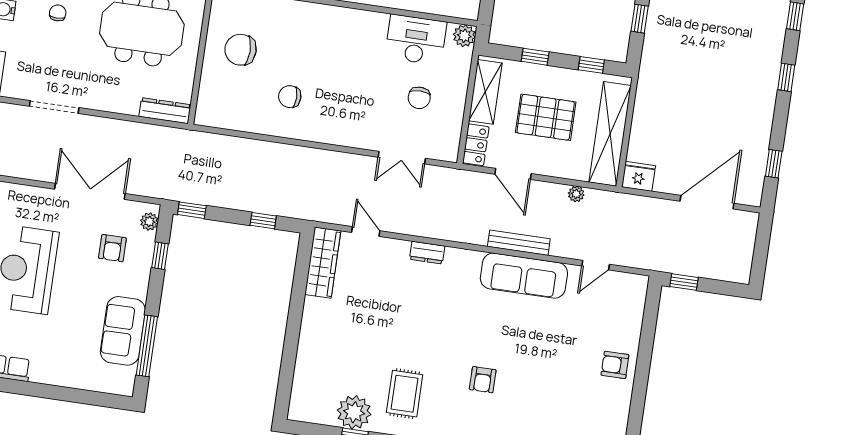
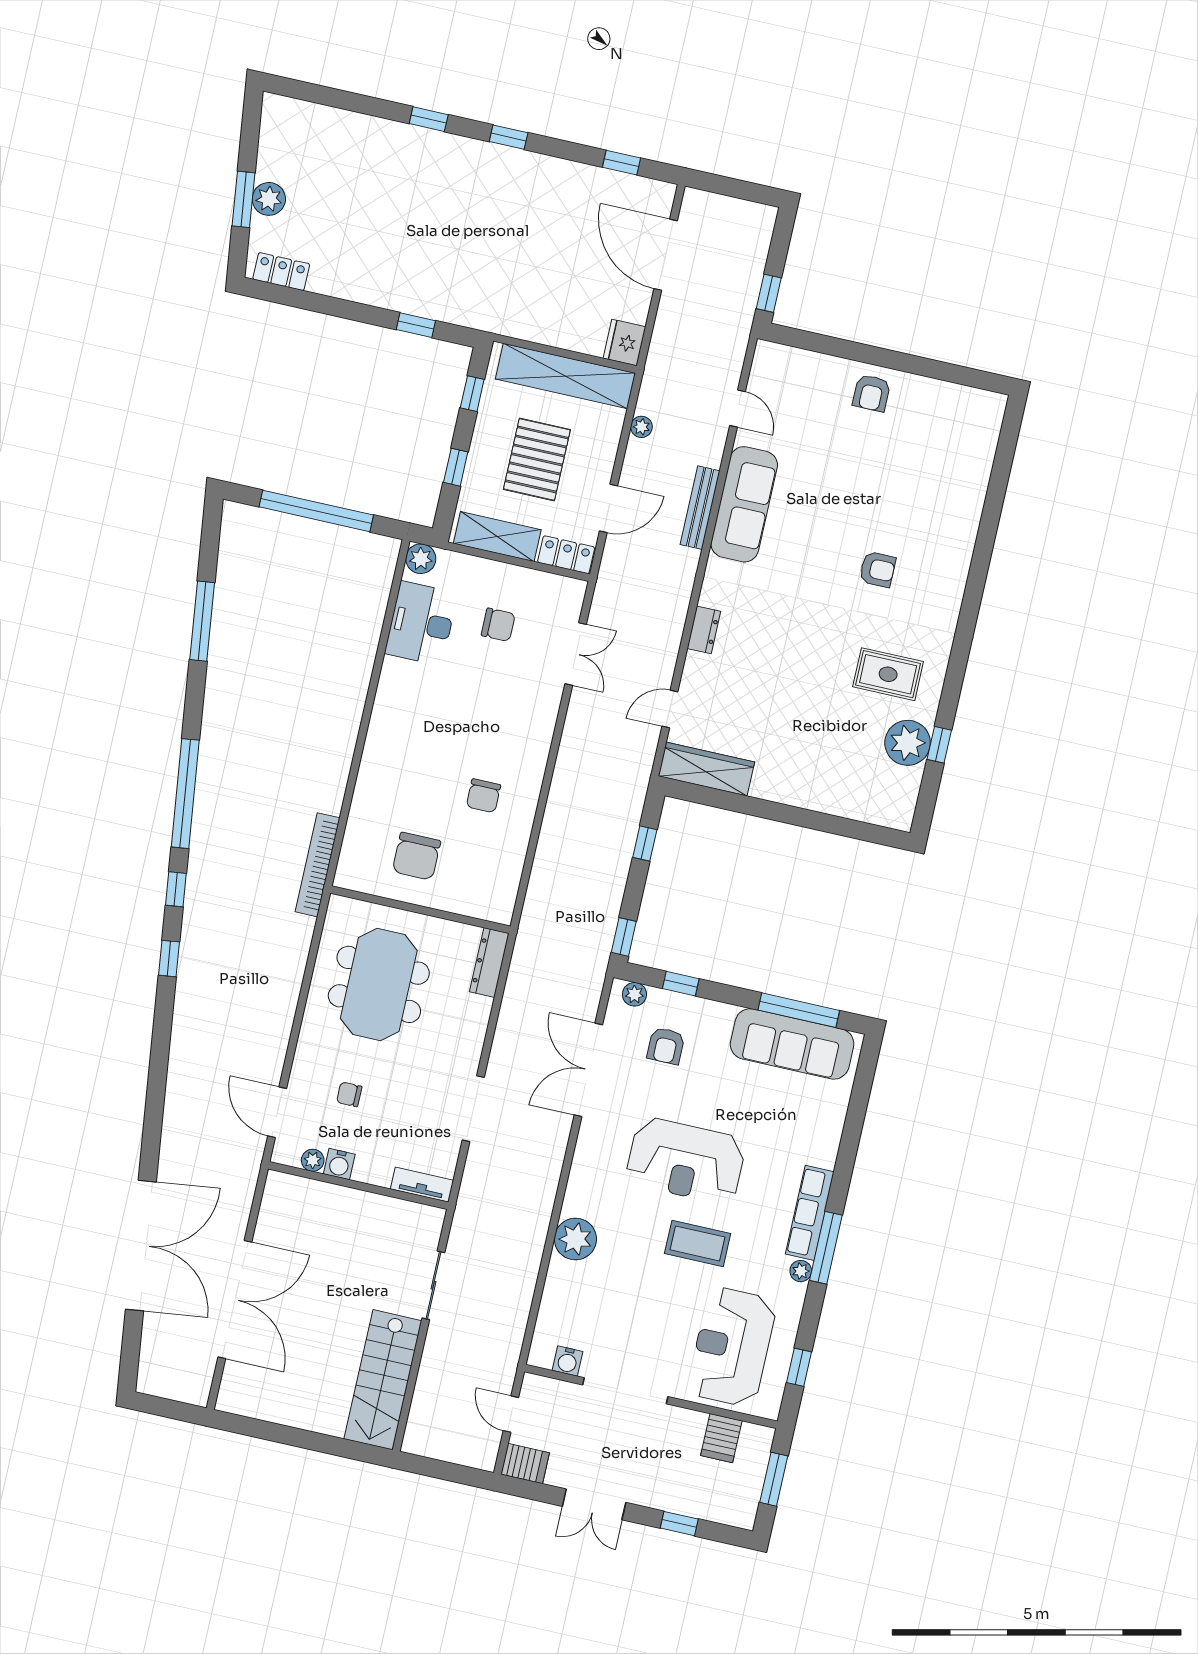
armchair: (112, 248) -> (666, 1046), turned 90
sofa: (123, 331) -> (792, 1044), width x1.36

